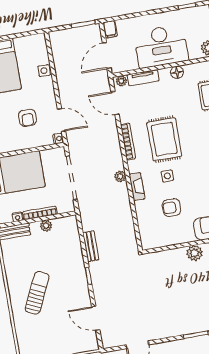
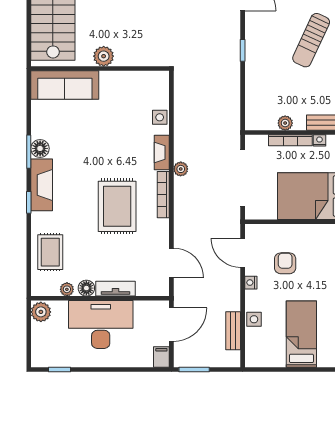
tv unit: (143, 78) -> (116, 289), moved
plant: (121, 81) -> (67, 289), moved
nightstand: (58, 139) -> (251, 283), moved
bookcase: (128, 142) -> (163, 195), moved
side table: (167, 176) -> (160, 117), moved
armchair: (172, 208) -> (123, 118), removed
bench: (91, 246) -> (233, 331), moved

